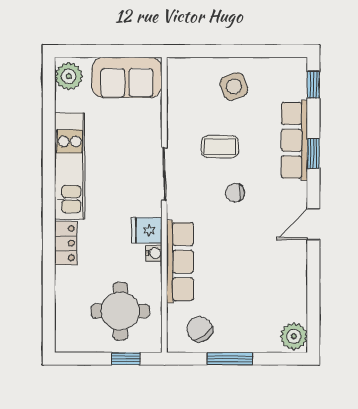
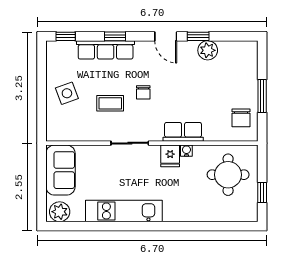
coffee table: (220, 147) -> (110, 103), turned 90
locker: (66, 243) -> (179, 214), removed
row of seats: (180, 262) -> (183, 132), width x0.68
window: (313, 269) -> (198, 36), added
chair: (200, 329) -> (241, 118), turned -55
plant: (294, 336) -> (208, 50), moved
window: (126, 359) -> (262, 192), moved

